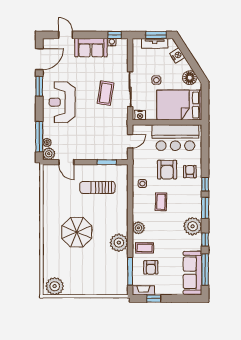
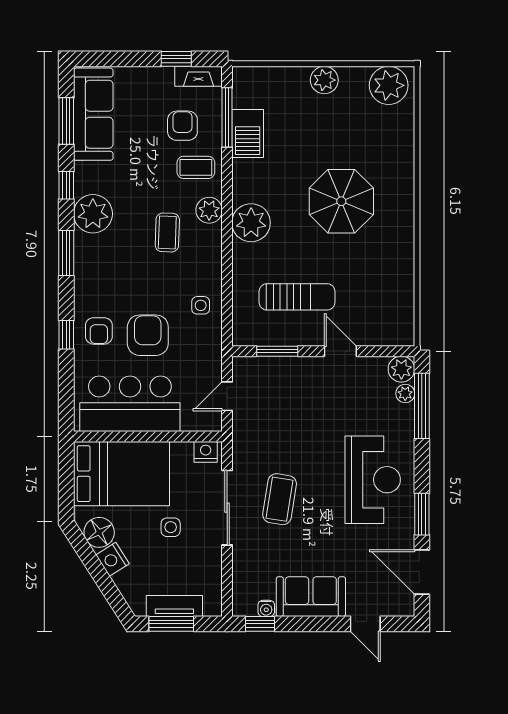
nightstand: (177, 55) -> (112, 559), moved
door: (39, 59) -> (422, 572), hinge flipped
door: (66, 162) -> (340, 351), moved
window: (205, 184) -> (66, 335), moved
coffee table: (161, 202) -> (167, 232), moved
plant: (119, 243) -> (251, 223), moved
barbecue: (120, 264) -> (248, 133), added
window: (205, 270) -> (66, 121), width x0.69
plant: (85, 289) -> (324, 80), added

